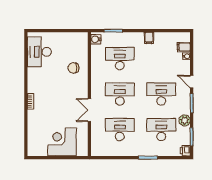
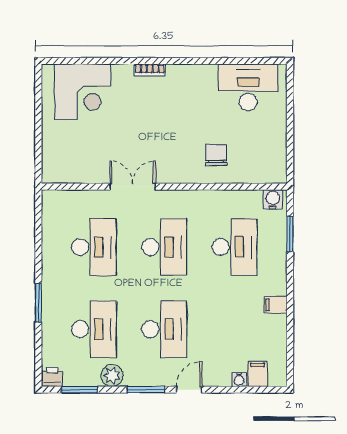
corner desk: (62, 142) -> (83, 92), moved, turned 90

